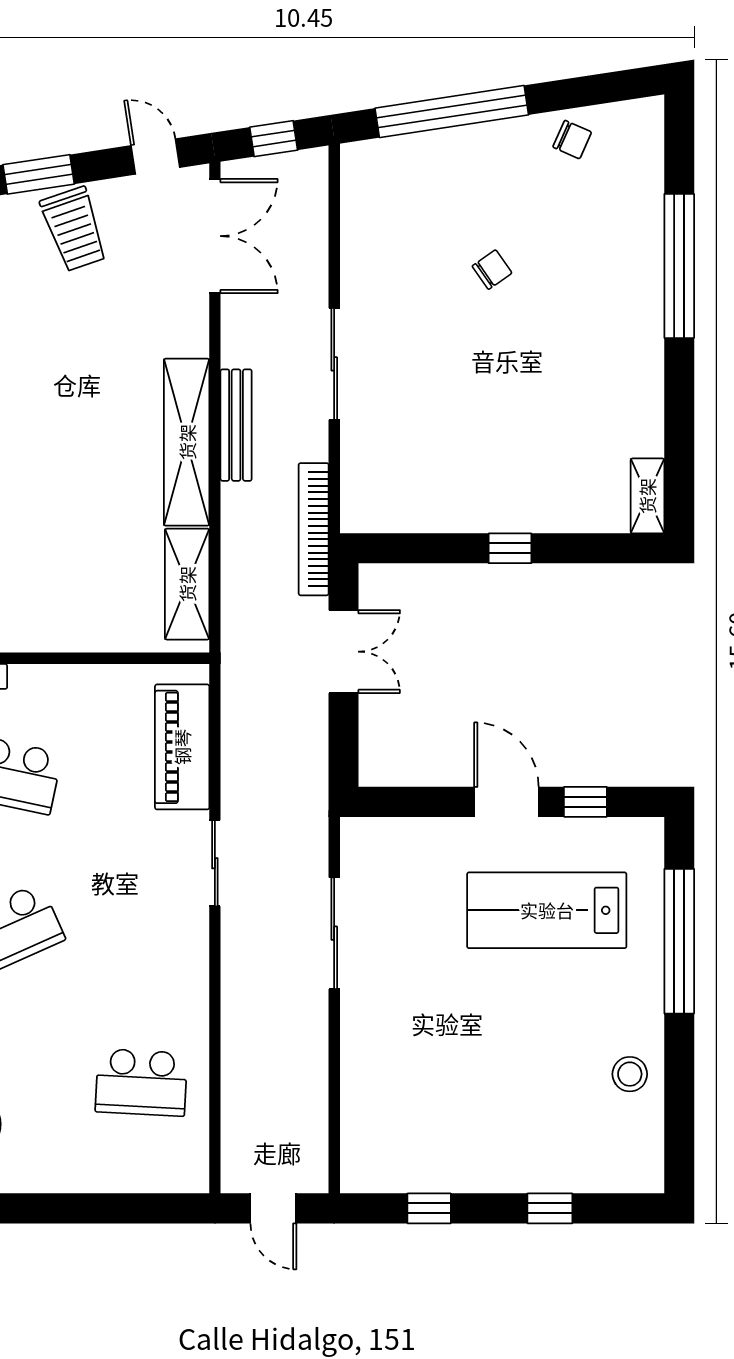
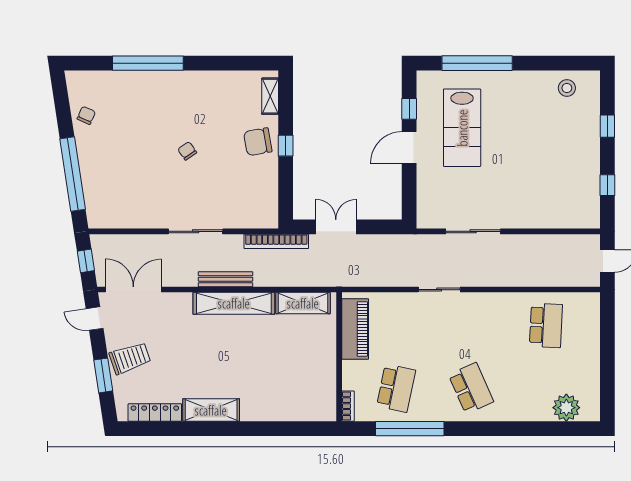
door: (155, 157) -> (95, 319), hinge flipped
chair: (492, 270) -> (187, 151), moved
chair: (518, 491) -> (258, 142), added
shelving: (647, 496) -> (270, 96), moved, turned 90
piano: (182, 747) -> (355, 329), moved, turned -90
stool: (630, 1074) -> (567, 88), moved

